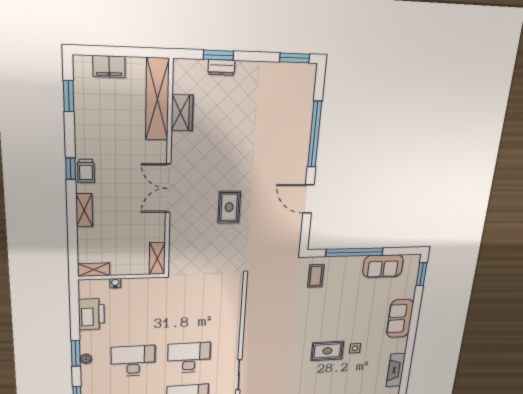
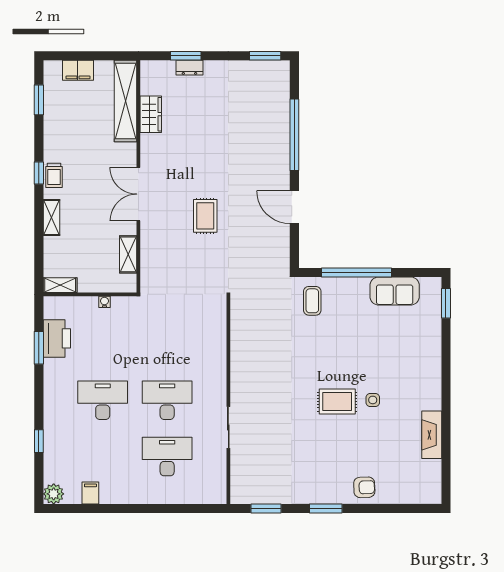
shelving: (157, 258) -> (128, 254), moved
water cooler: (115, 283) -> (104, 302), moved
sofa: (400, 318) -> (427, 362), removed
window: (76, 353) -> (39, 348), moved
plant: (86, 359) -> (50, 394), removed

